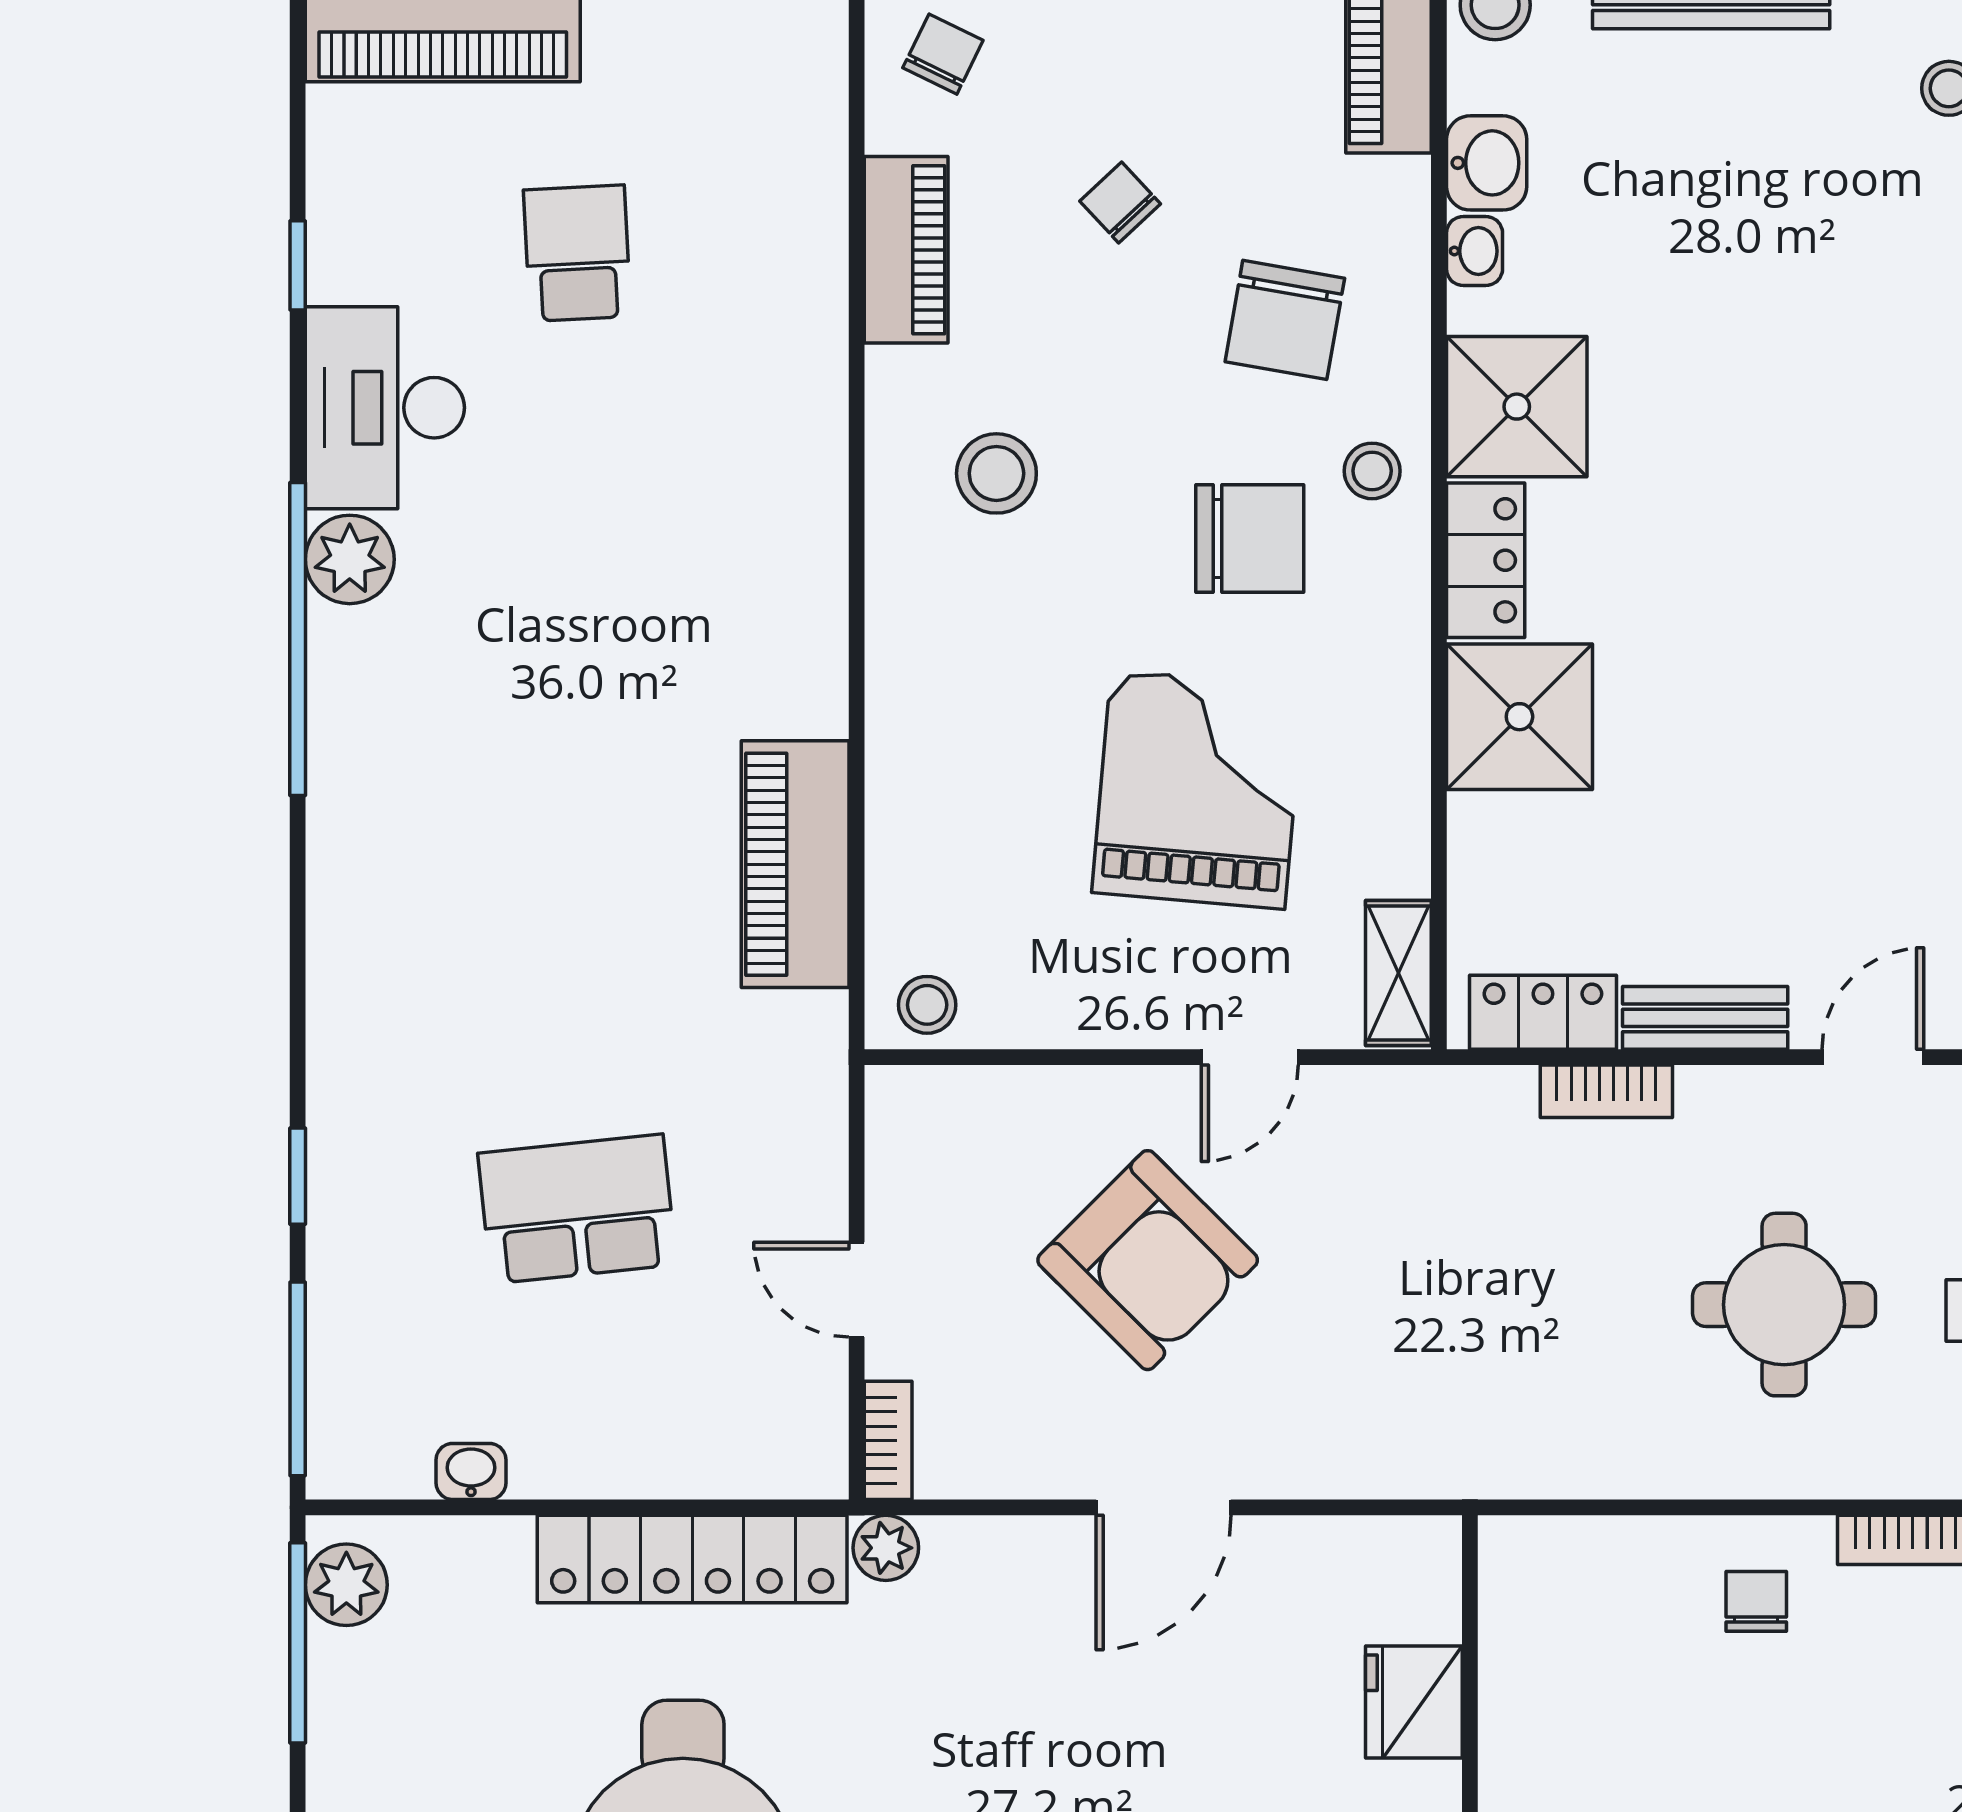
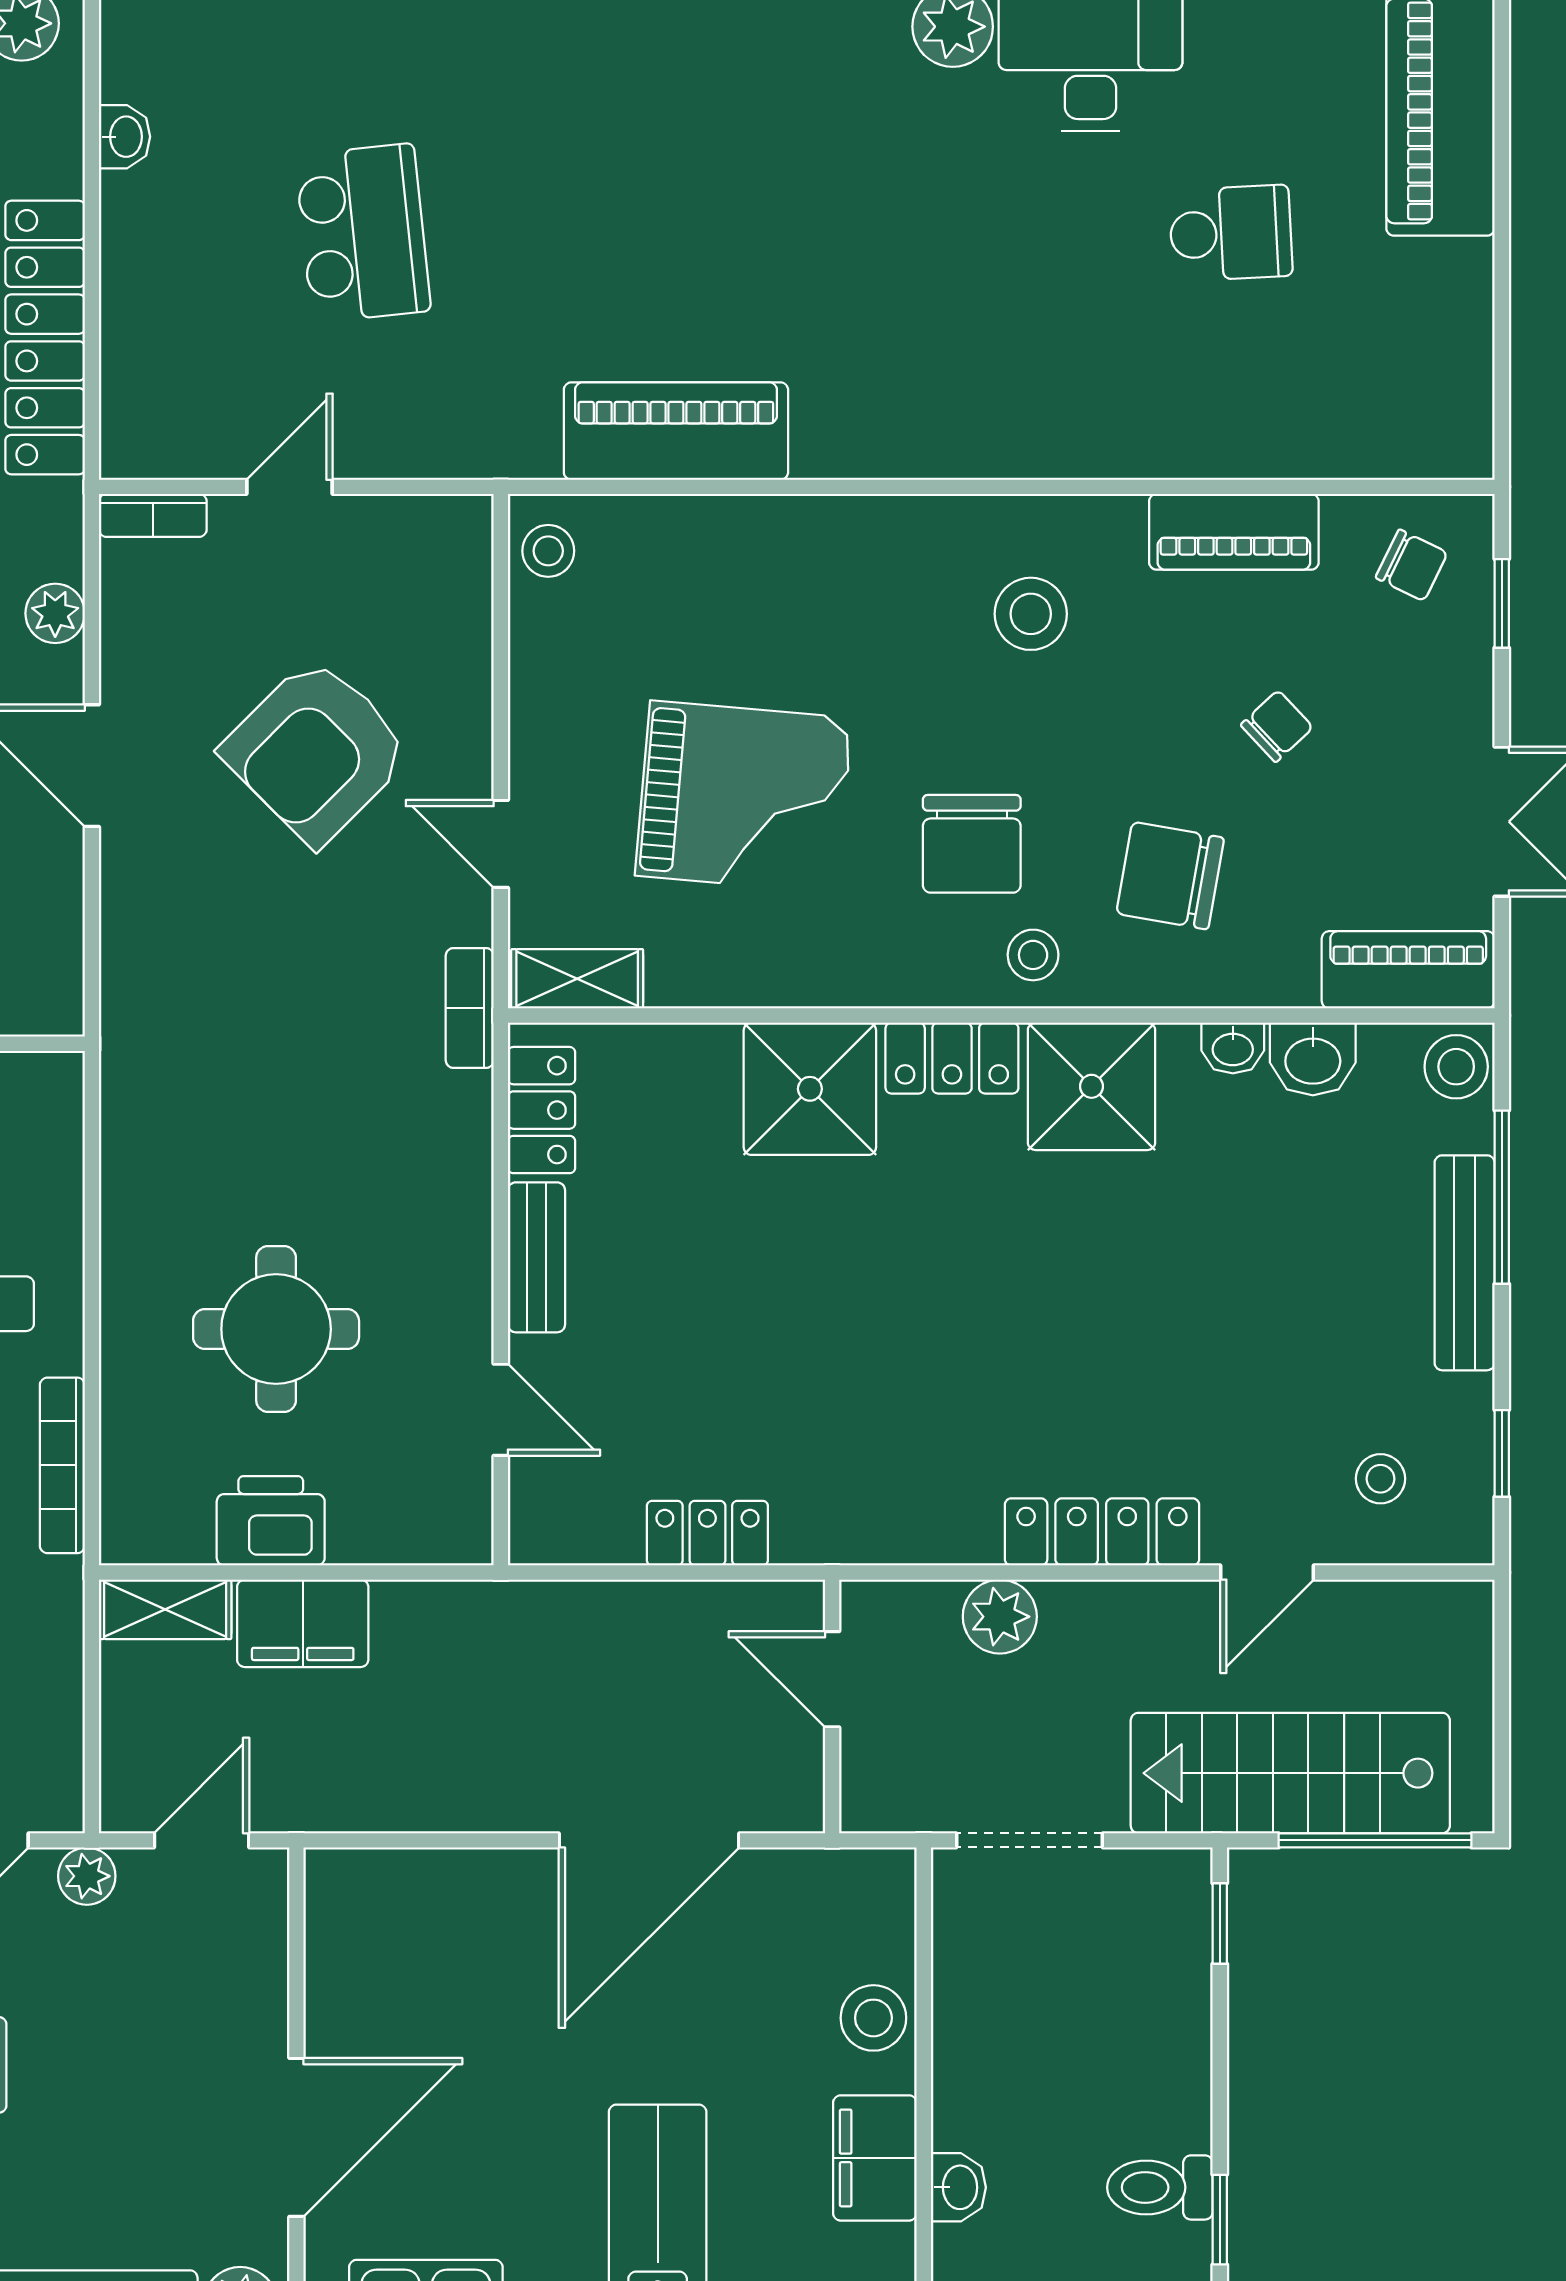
bookcase: (1606, 1091) -> (470, 1008), moved
plant: (886, 1548) -> (55, 613), moved

